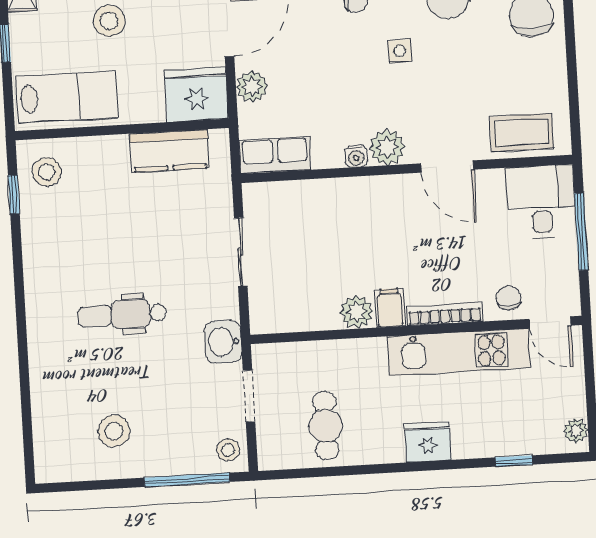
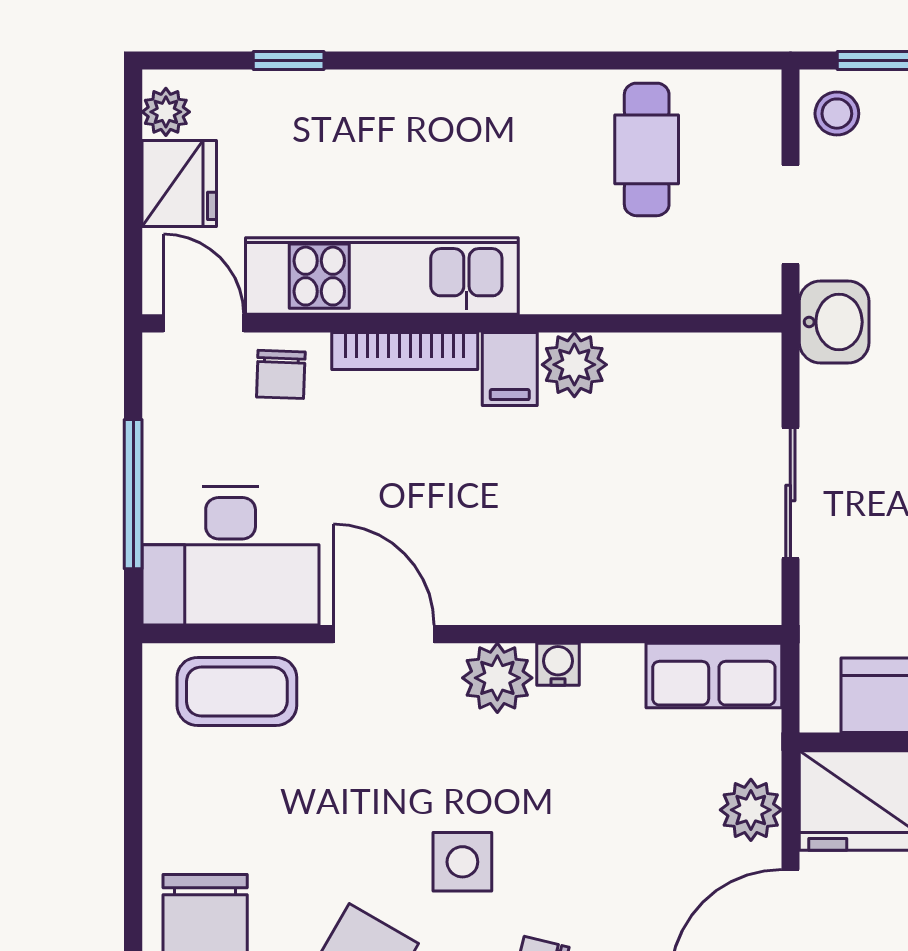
side table: (400, 51) -> (462, 862), width x1.37, depth x1.37
desk: (541, 202) -> (231, 556), width x1.37
fridge: (428, 442) -> (179, 183), moved, turned -90

